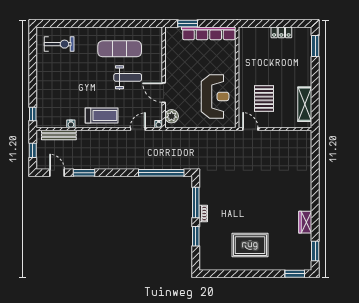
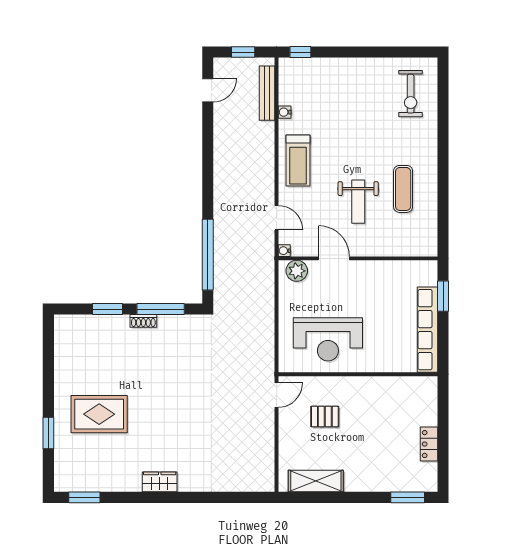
exercise mat: (120, 49) -> (403, 189), width x0.73, depth x0.69
door: (164, 93) -> (334, 258), hinge flipped
pallet: (264, 98) -> (325, 417), width x0.67, depth x0.71
window: (84, 173) -> (208, 133), removed
wardrobe: (305, 222) -> (160, 482), moved
rug: (250, 245) -> (99, 414), moved, turned 90
window: (295, 274) -> (48, 433), moved

